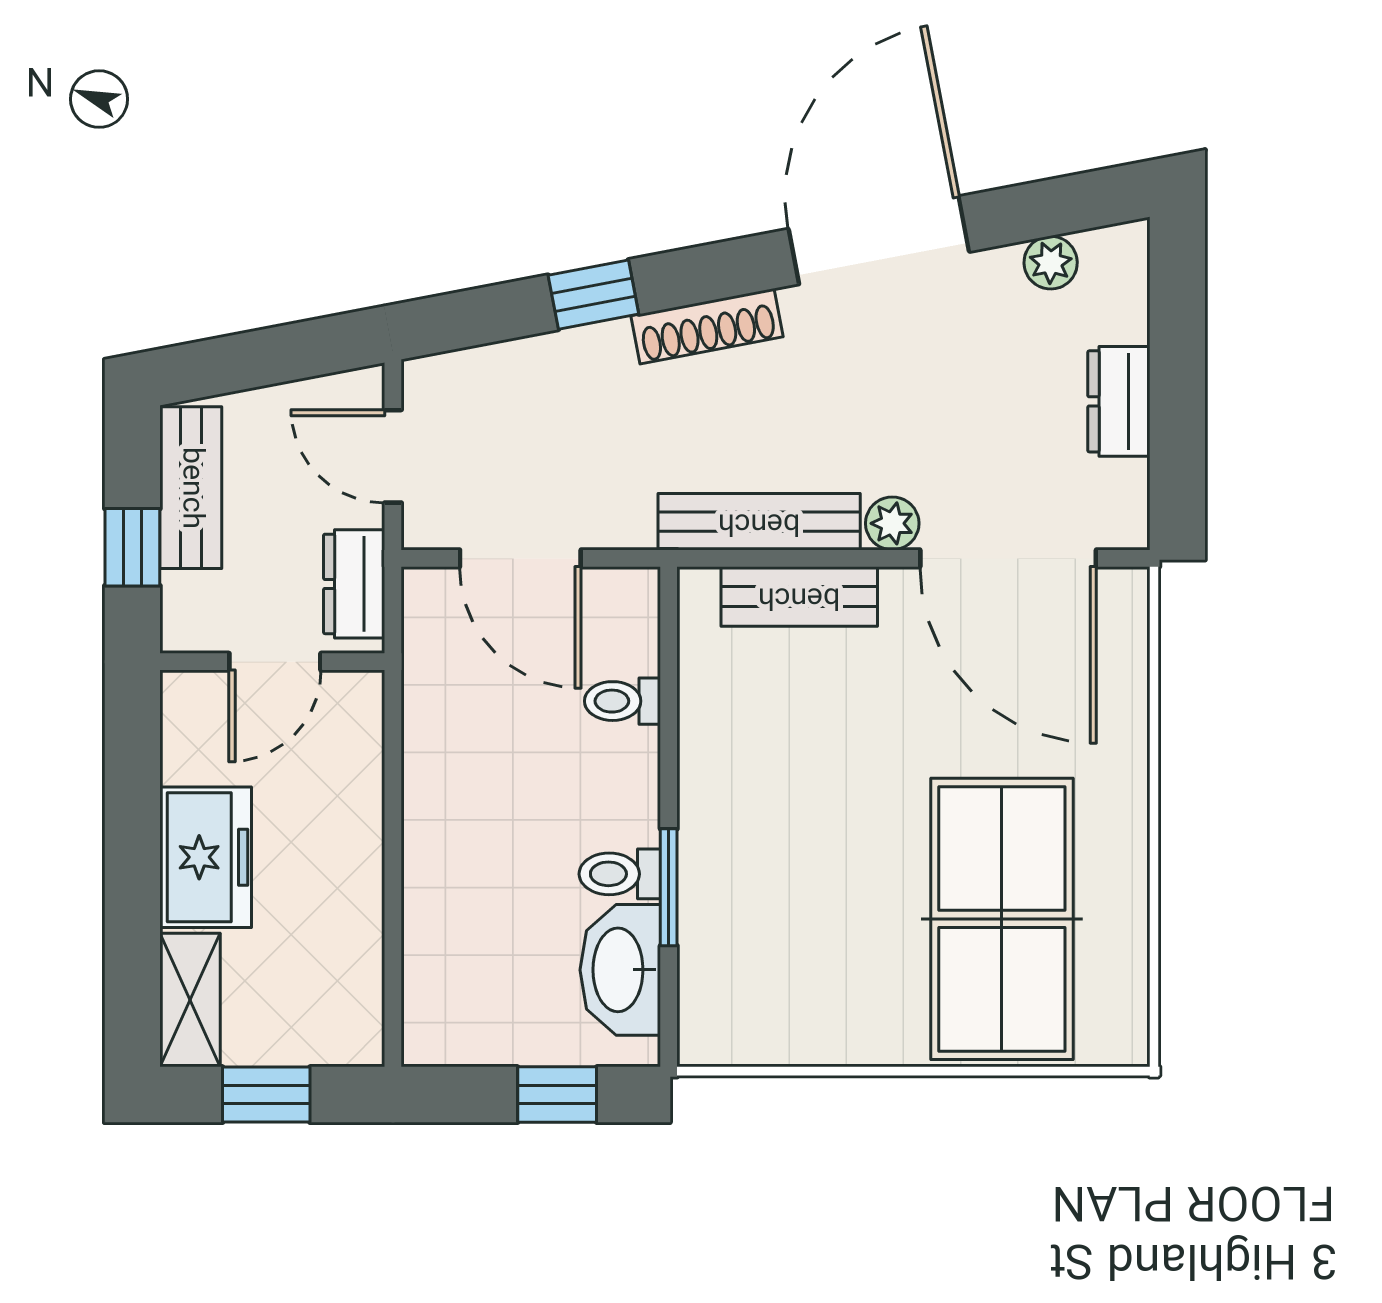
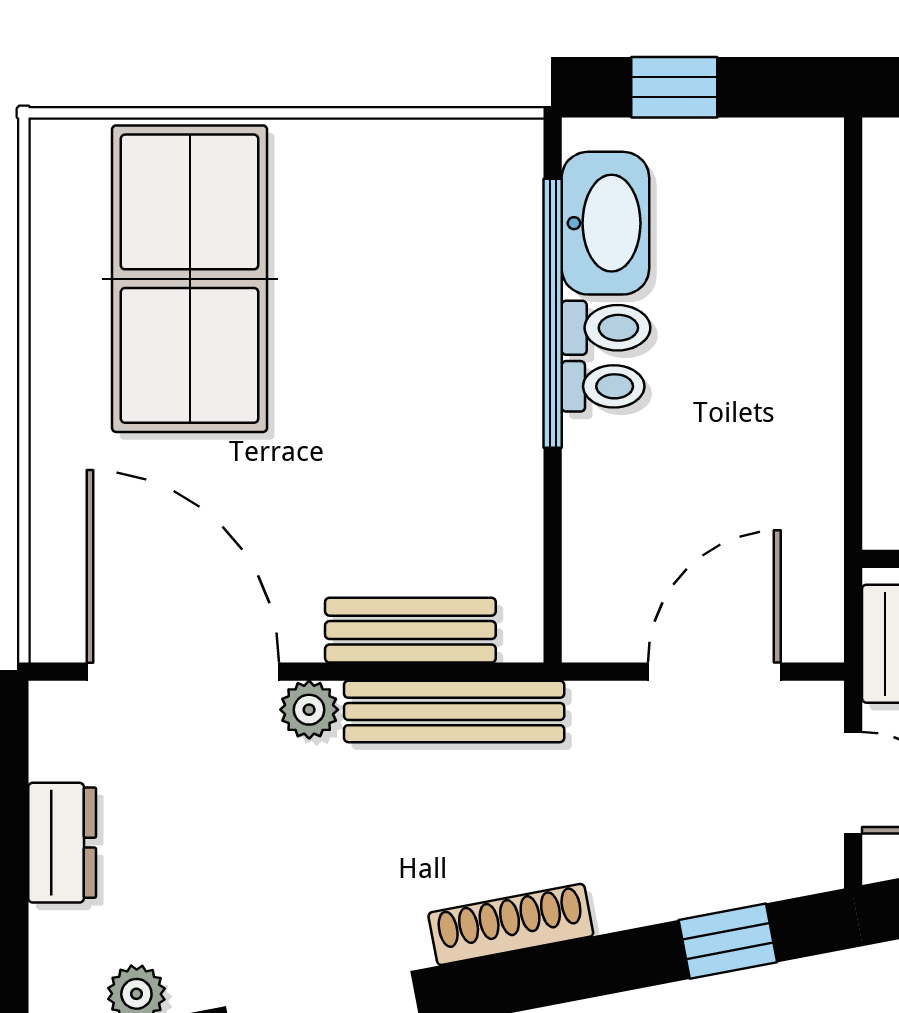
window: (593, 295) -> (728, 941), moved
door: (520, 558) -> (714, 672), hinge flipped
toilet: (622, 701) -> (603, 386), moved
window: (669, 887) -> (553, 313), width x2.11

